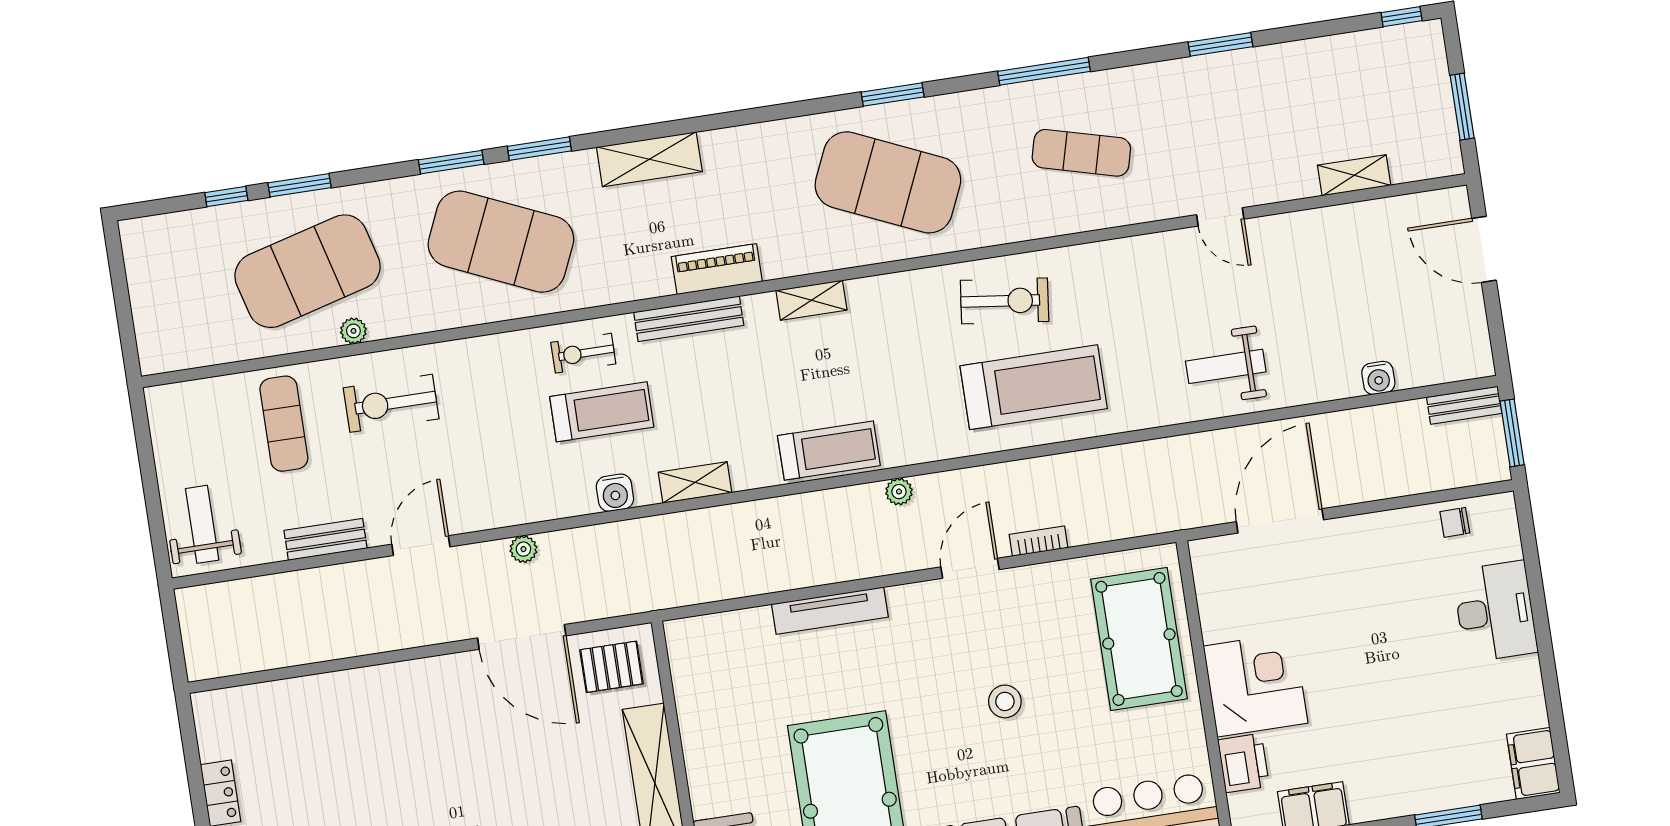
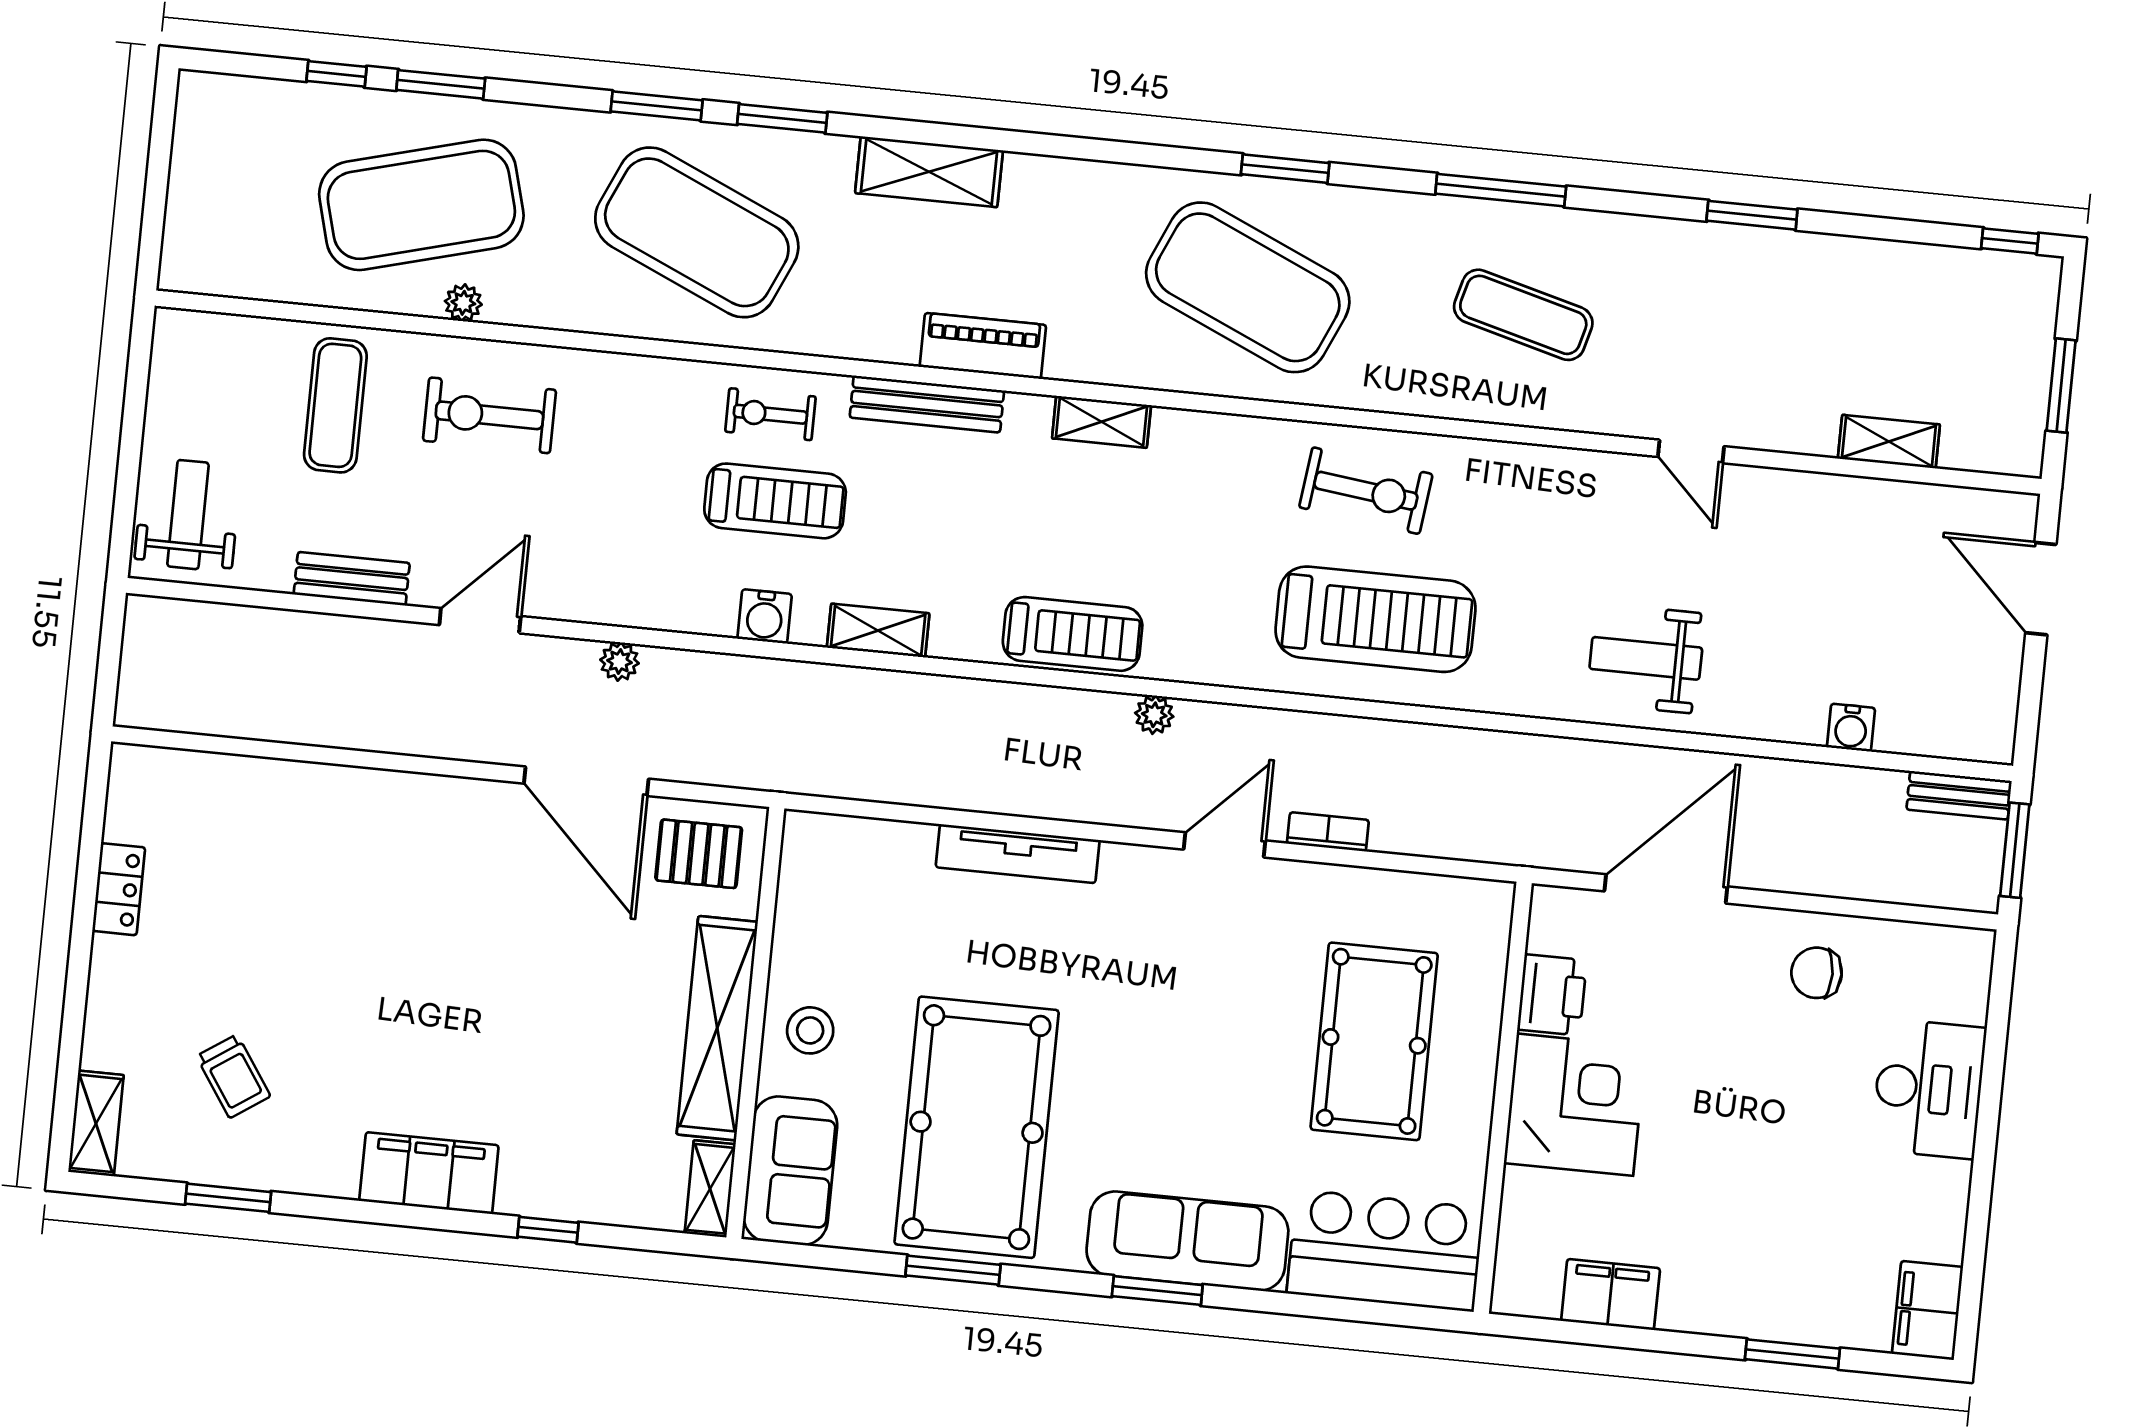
chair: (1455, 522) -> (1817, 973), moved, width x1.37, depth x1.37
pool table: (1139, 639) -> (1374, 1041), moved
stool: (1005, 701) -> (810, 1030), moved
printer: (1243, 763) -> (1552, 995), moved

